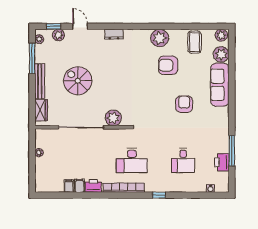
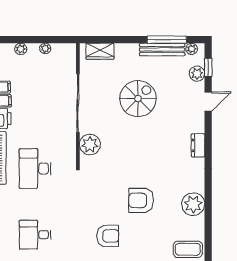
armchair: (168, 65) -> (141, 200), moved, turned -90
bench: (40, 81) -> (162, 50), moved
plant: (39, 172) -> (21, 49), added

